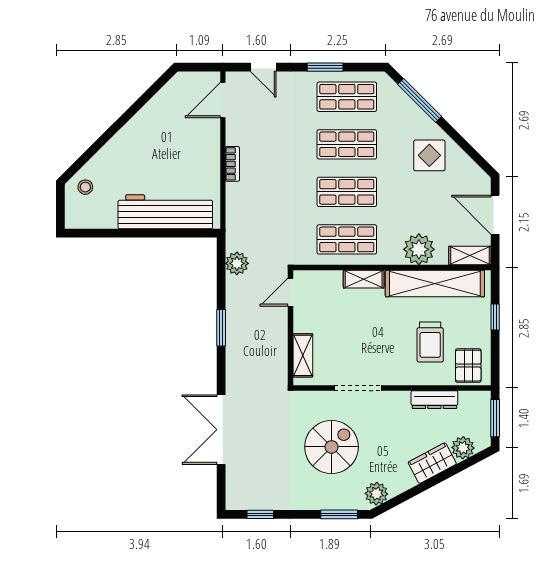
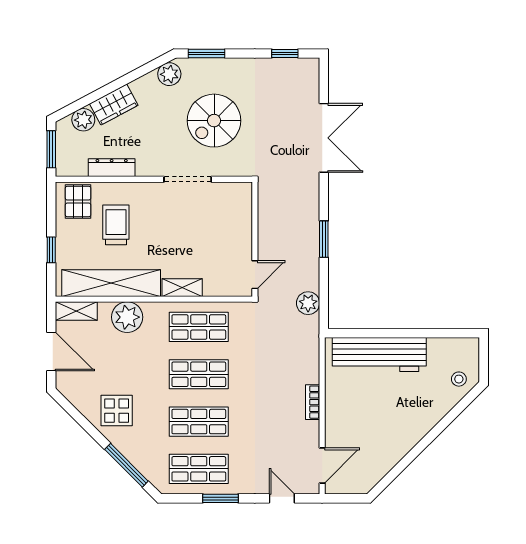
shelving: (303, 355) -> (243, 212), removed

